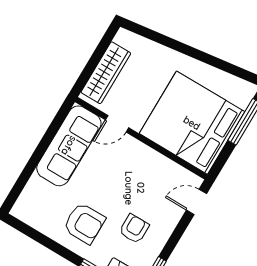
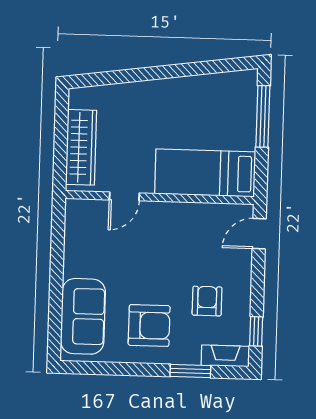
bed: (192, 123) -> (205, 173), width x0.49
sofa: (69, 146) -> (83, 316), moved, width x0.73

